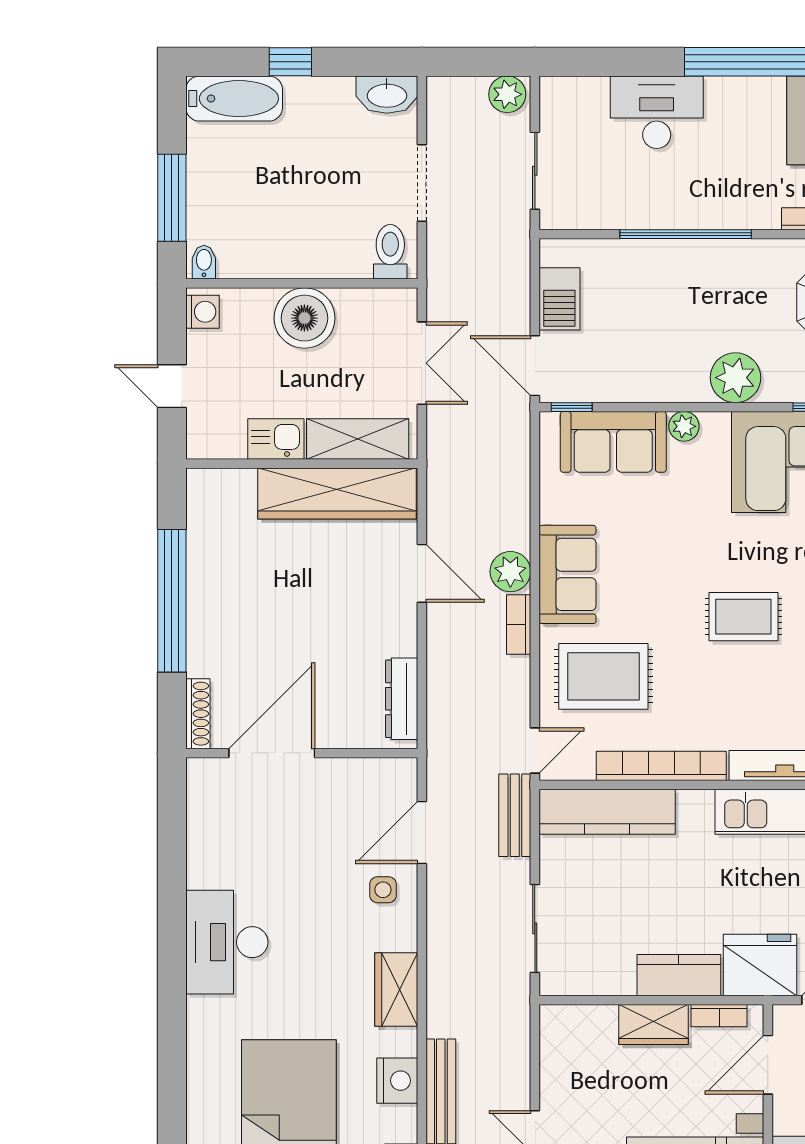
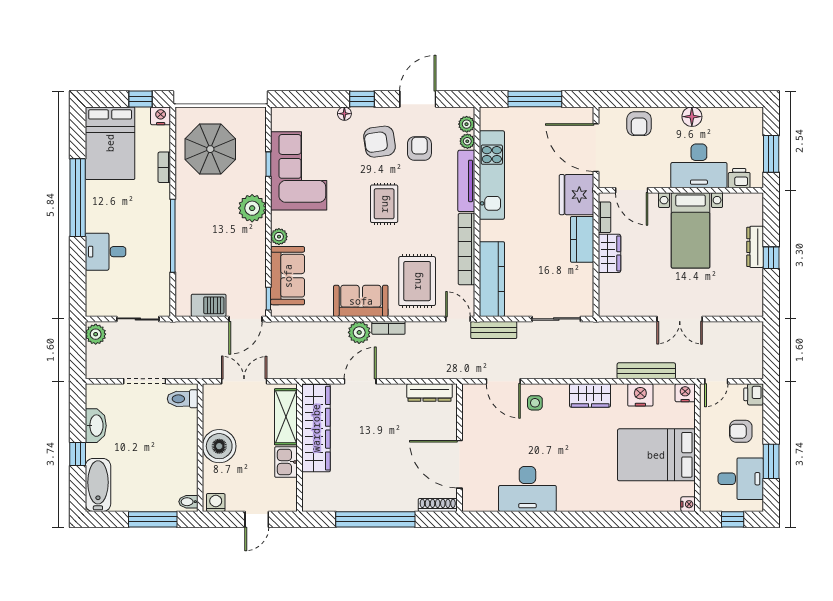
washbasin: (387, 95) -> (96, 426), moved
desk: (657, 112) -> (106, 252), width x0.73
desk: (227, 942) -> (527, 489), moved

